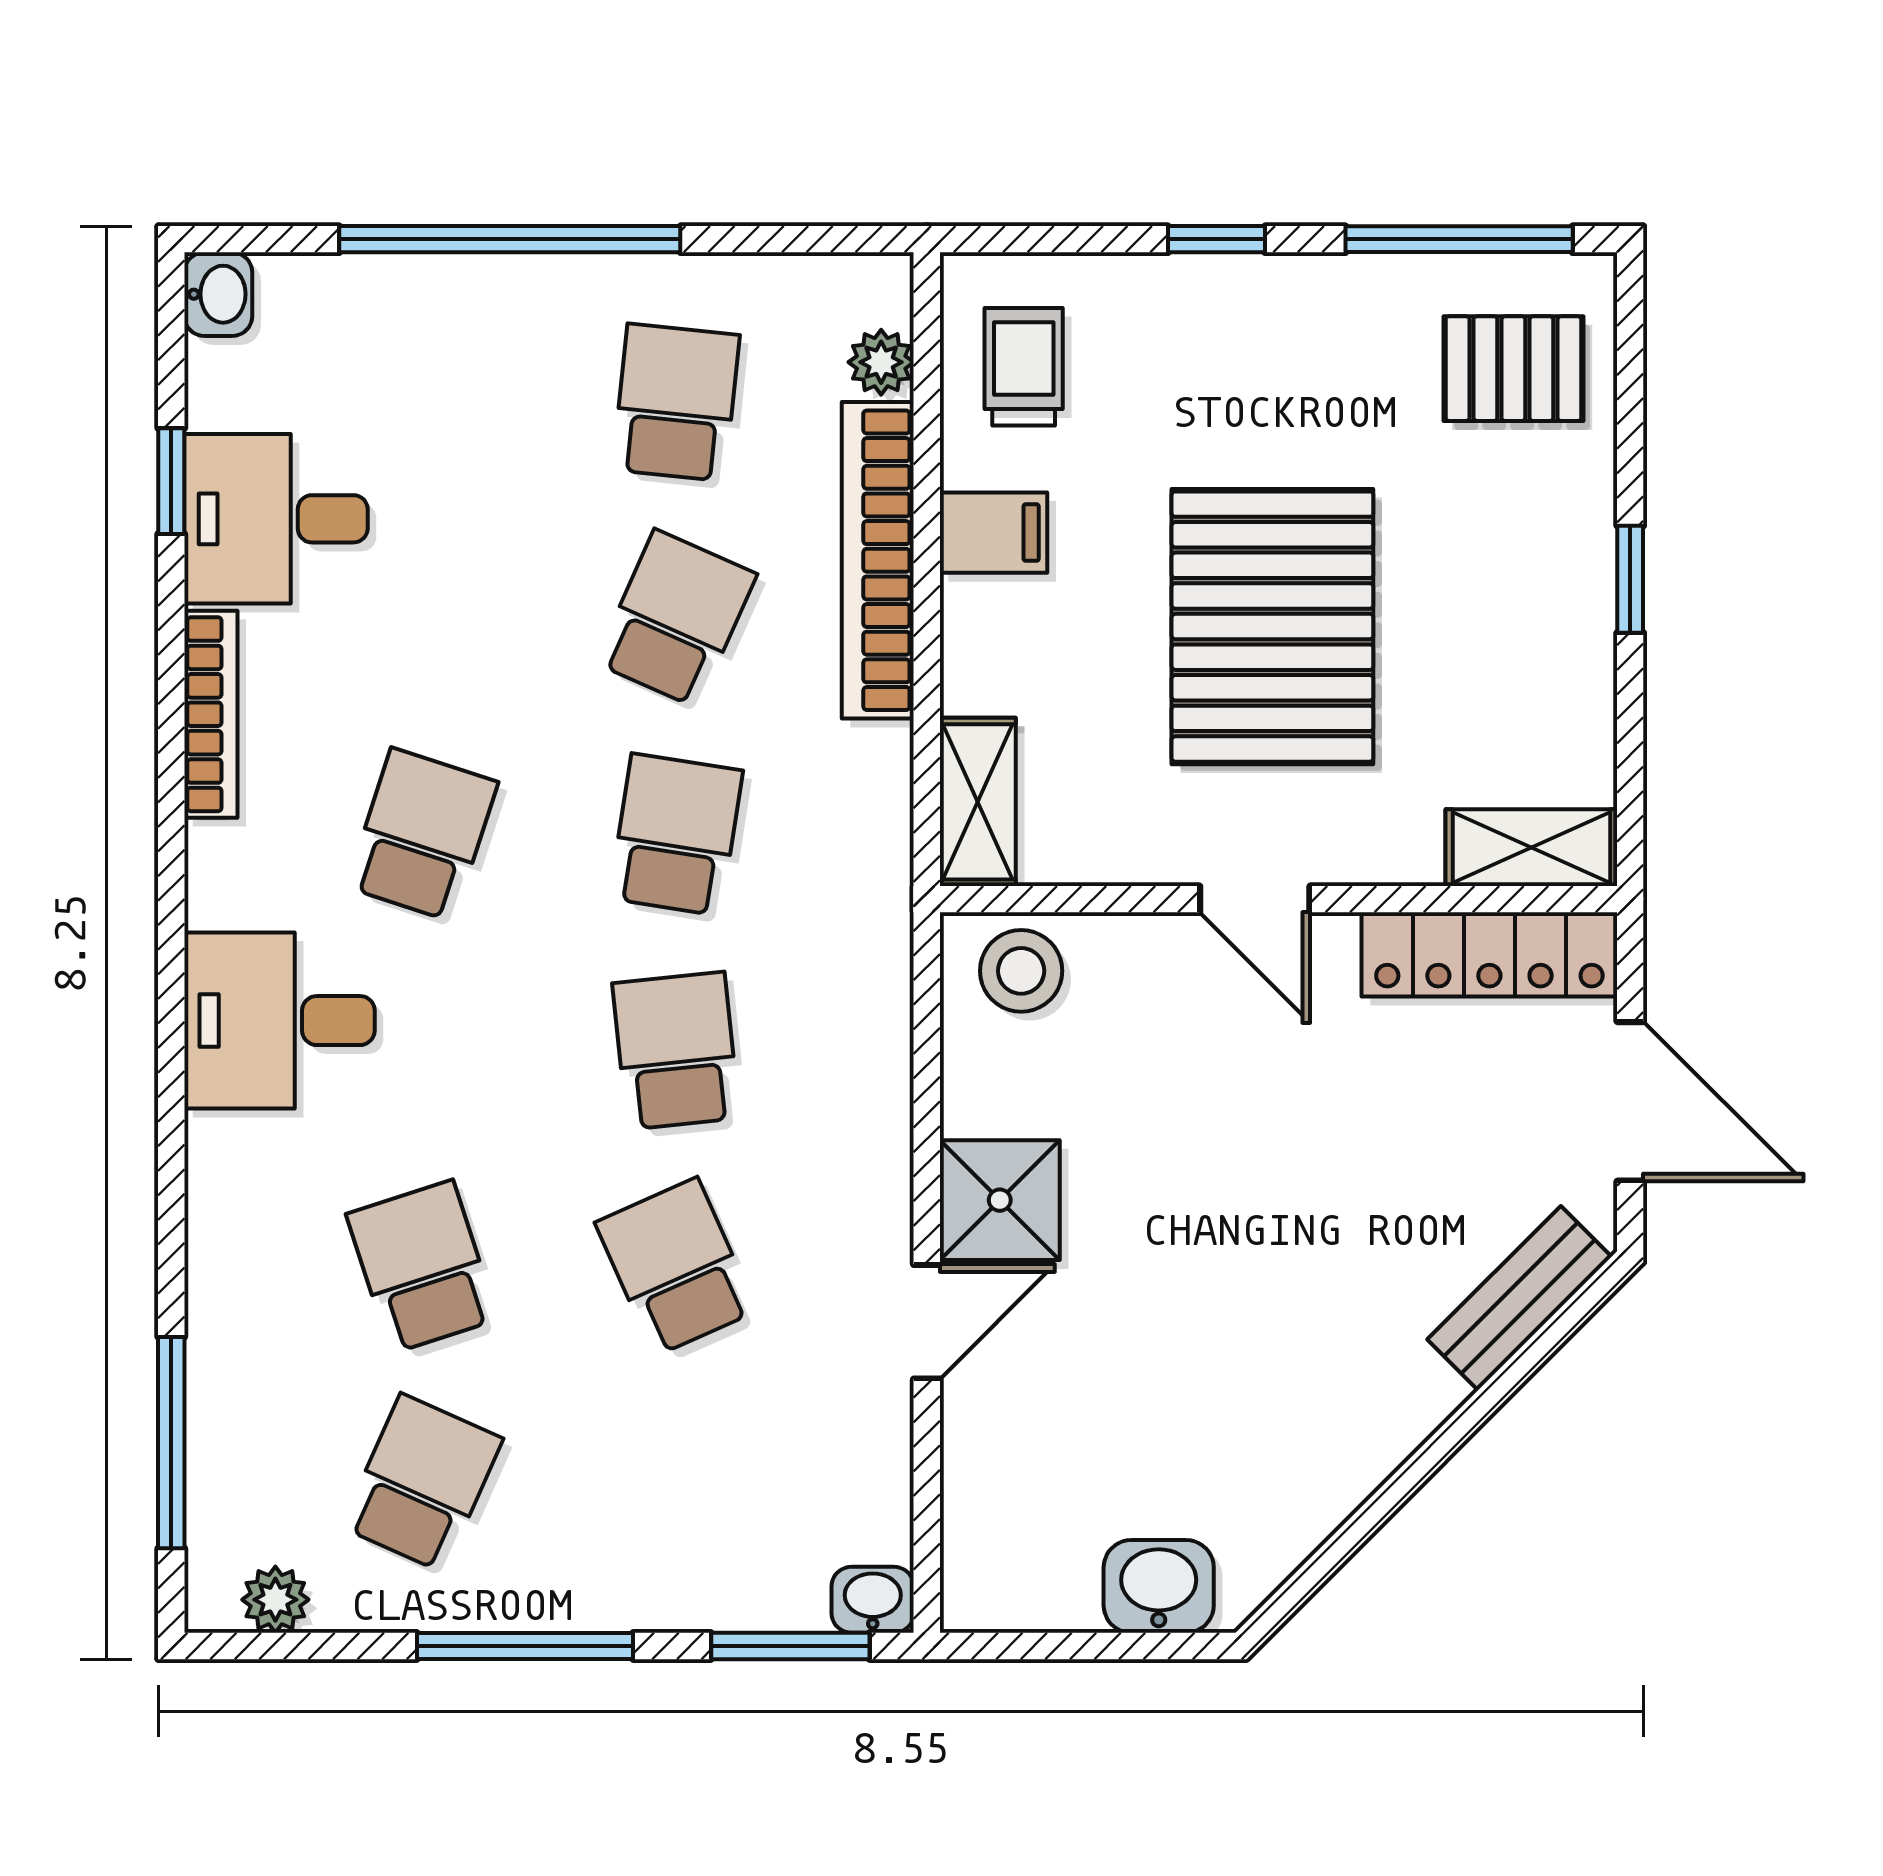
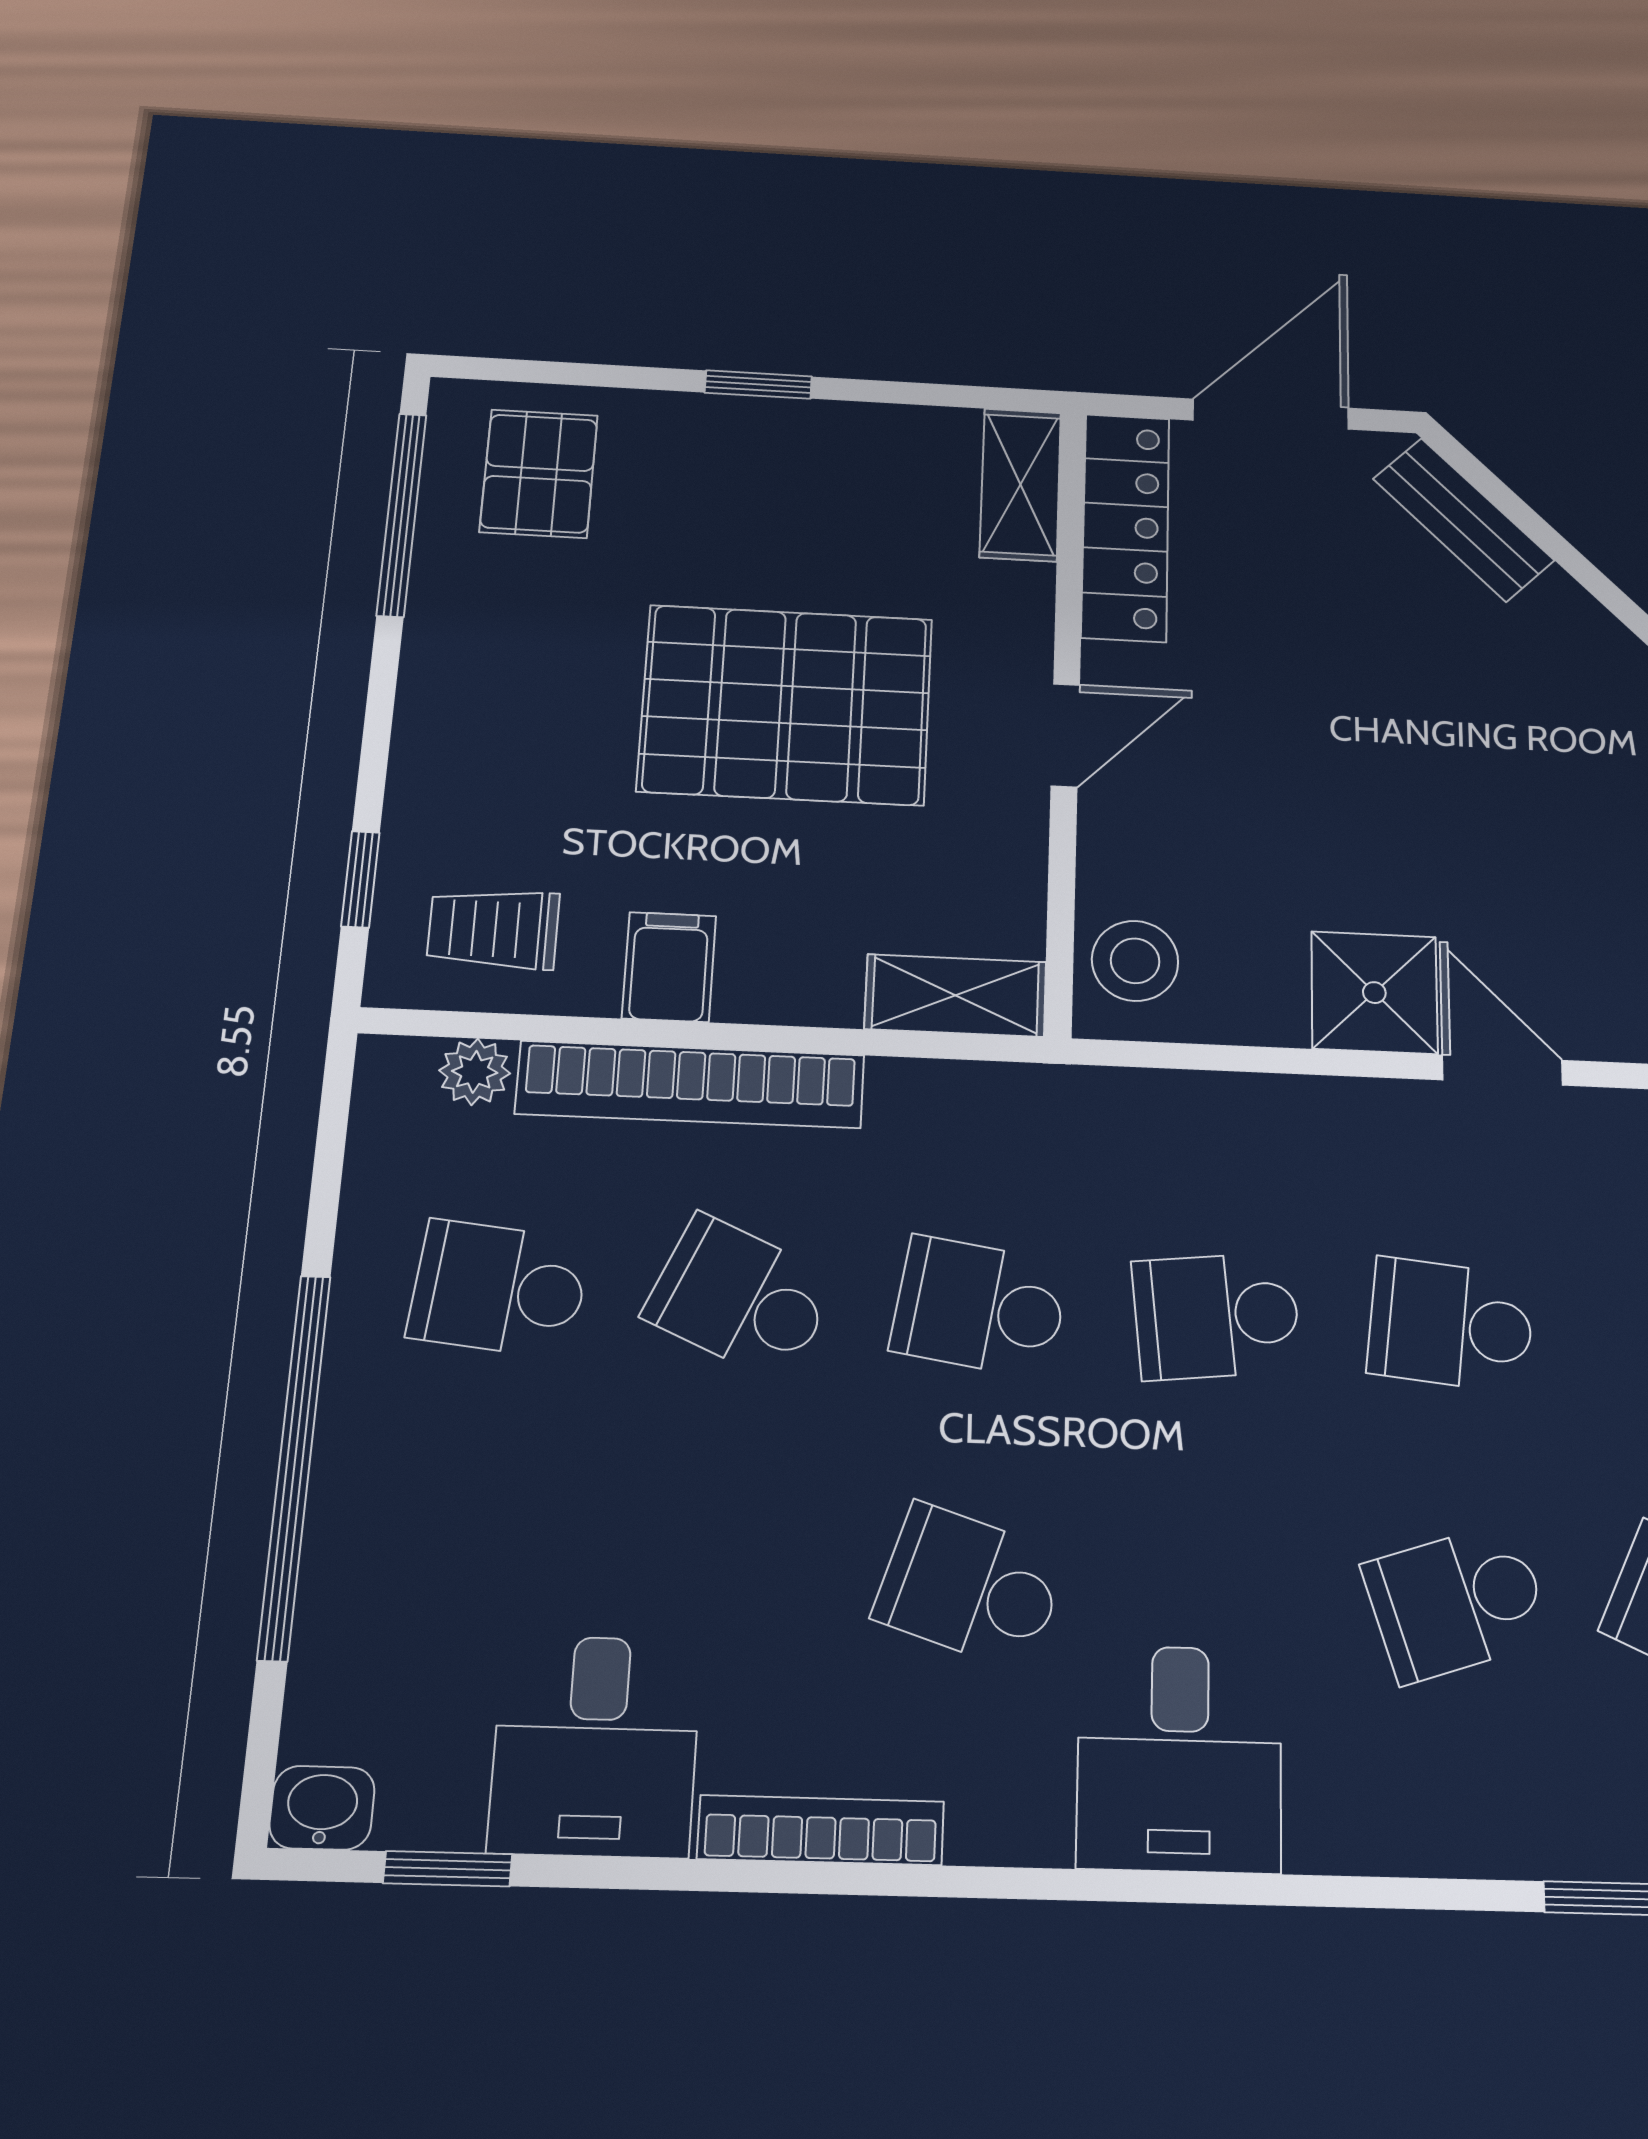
window: (1217, 239) -> (360, 879), moved
window: (171, 481) -> (448, 1869), moved
school desk: (676, 1267) -> (1451, 1325), turned 30

